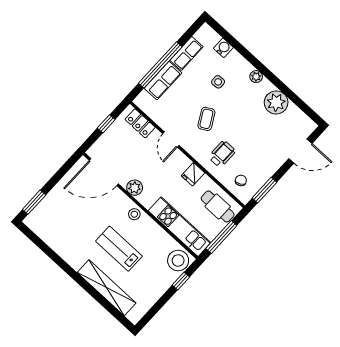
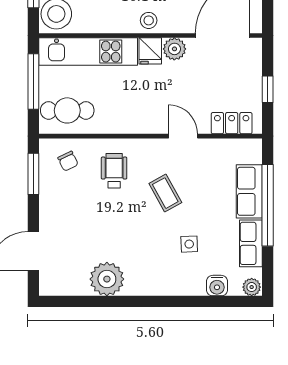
plant: (256, 77) -> (252, 287), moved
wheelchair: (222, 154) -> (114, 171), turned 180
fridge: (193, 174) -> (150, 51), moved, turned 180

